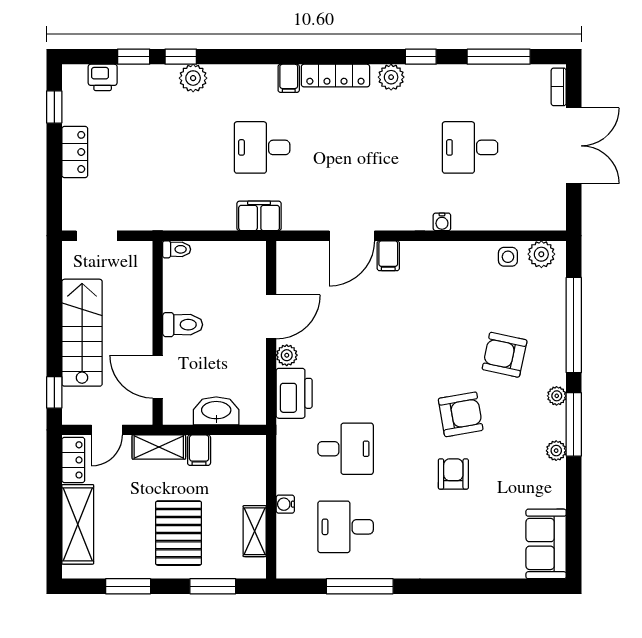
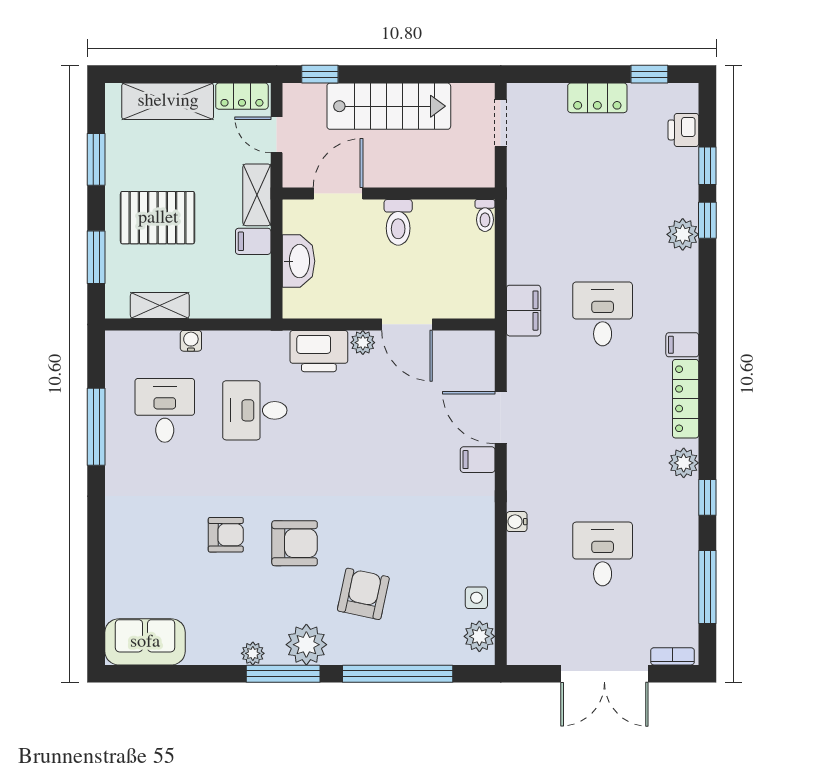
plant: (557, 396) -> (306, 645), width x1.88, depth x1.88
armchair: (461, 414) -> (295, 543), turned -80
desk: (346, 449) -> (255, 410), turned 90

